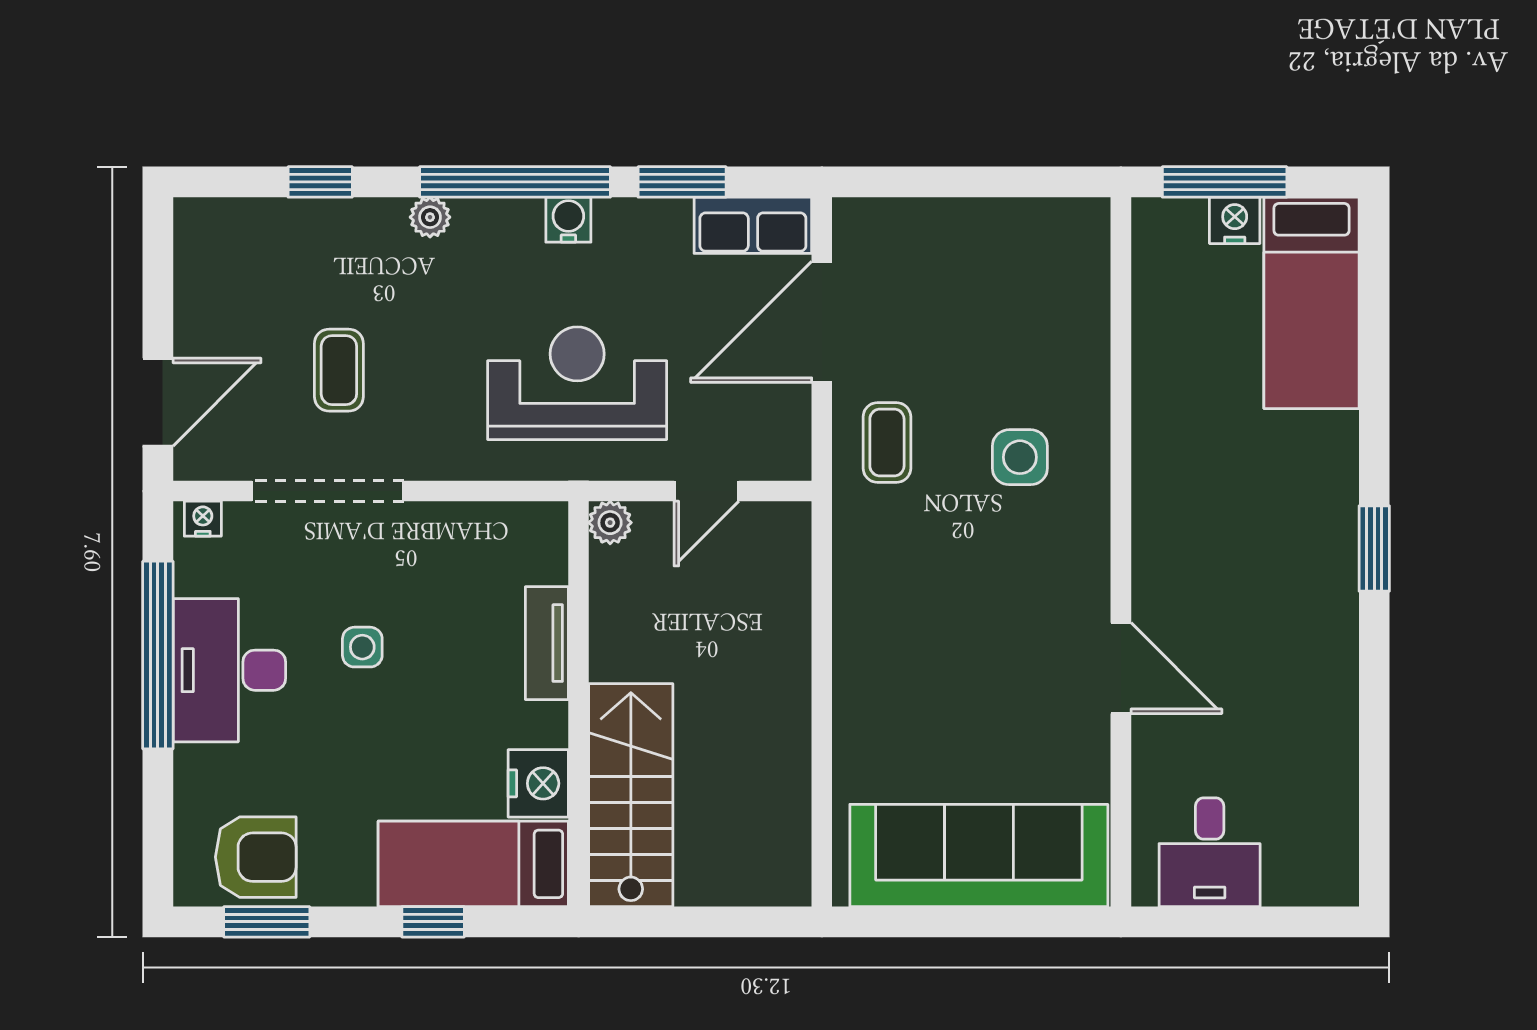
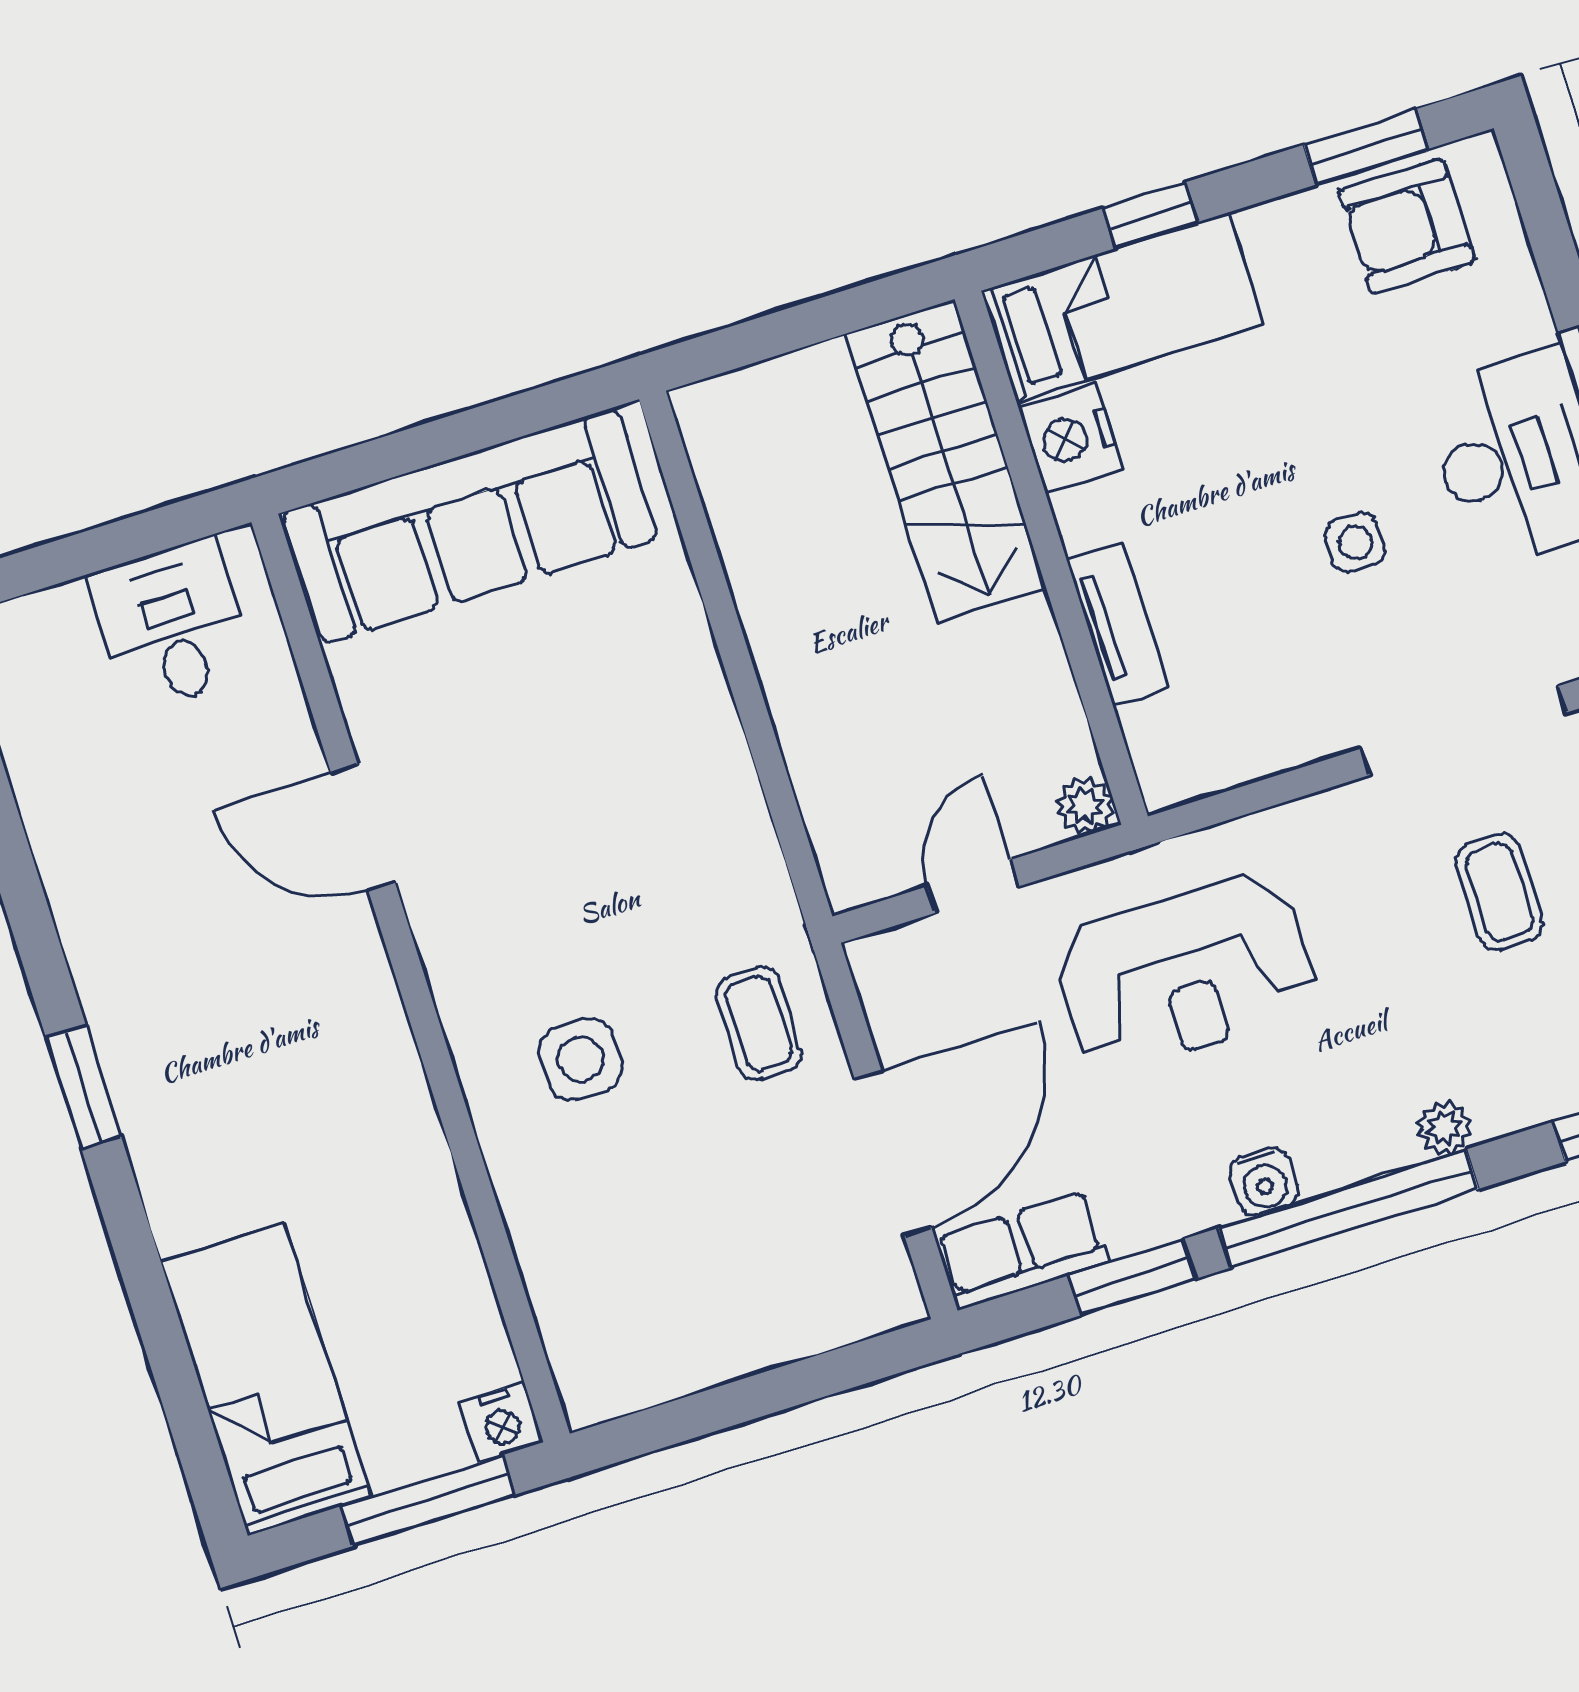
nightstand: (1235, 220) -> (501, 1422), moved

